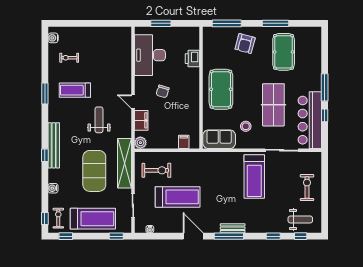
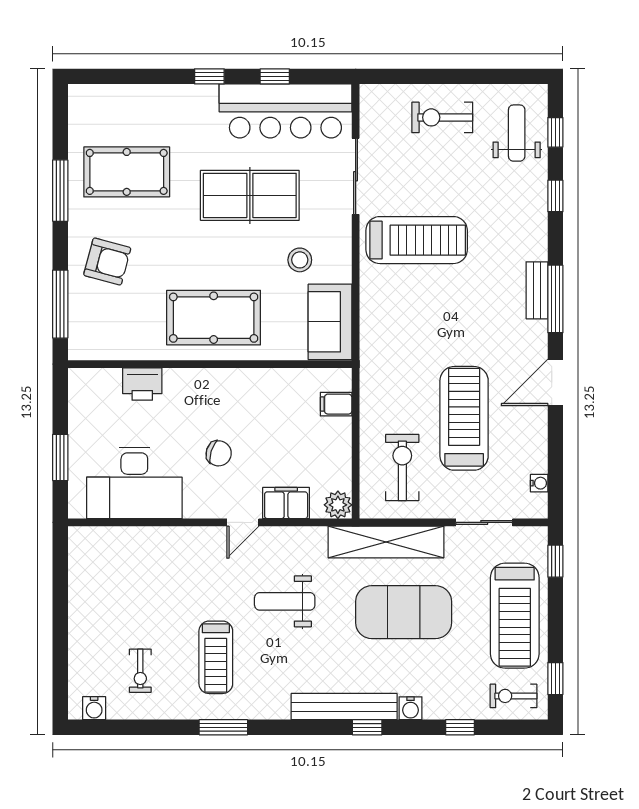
window: (325, 87) -> (209, 76), width x0.46
water cooler: (53, 188) -> (410, 708), moved
window: (45, 219) -> (460, 727), moved
treadmill: (93, 219) -> (515, 616), turned 180

